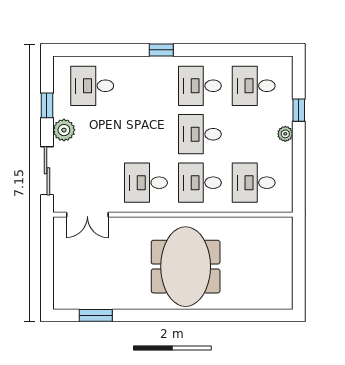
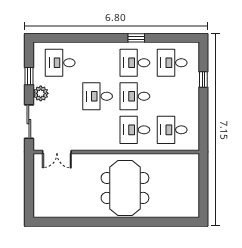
window: (161, 50) -> (136, 38), moved
plant: (285, 134) -> (194, 96), removed
desk: (146, 183) -> (98, 96), moved
window: (96, 315) -> (63, 222), removed

